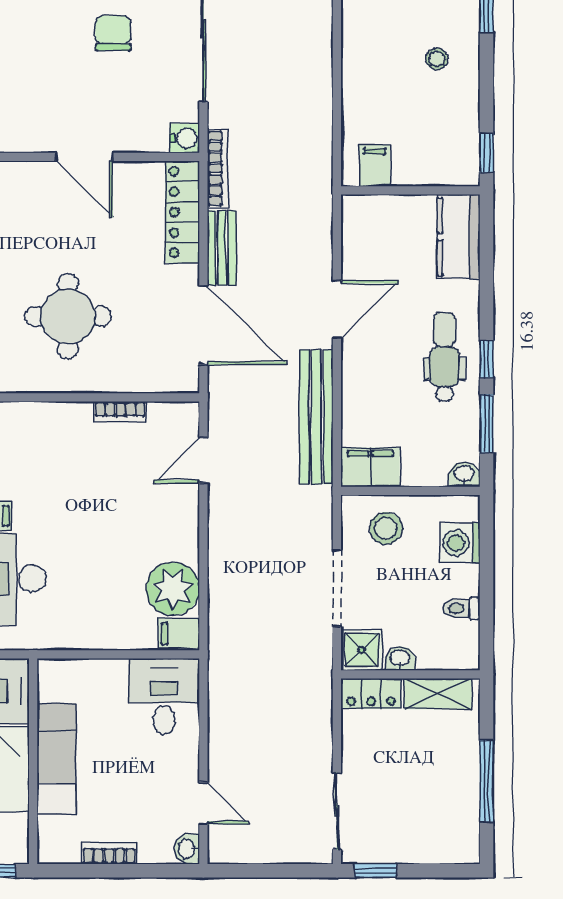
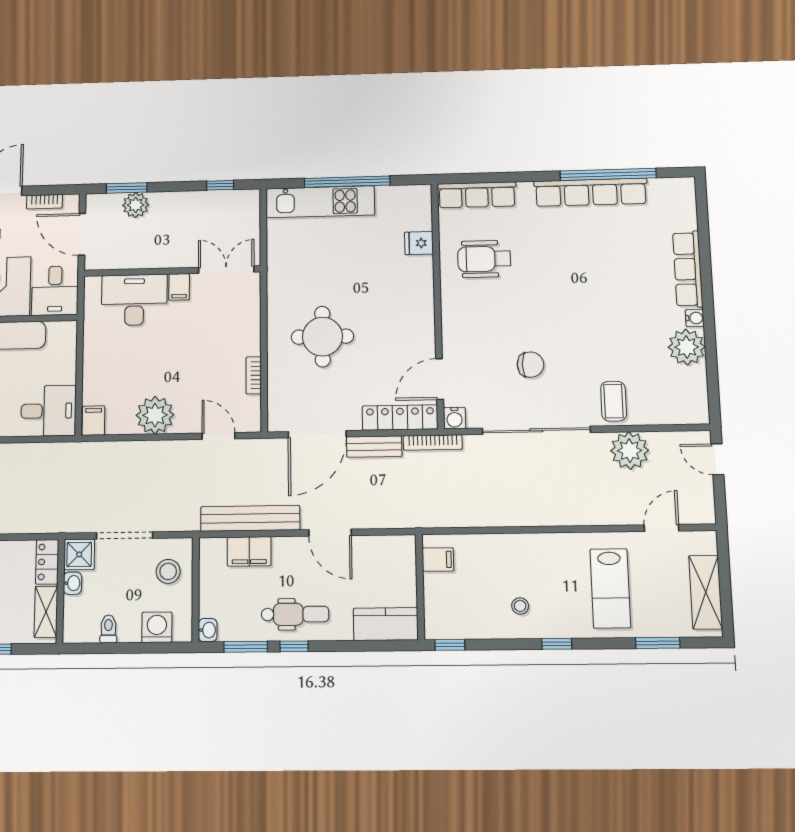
door: (84, 157) -> (440, 379), moved
filing cabinet: (370, 467) -> (249, 551), moved, turned 90
plant: (173, 589) -> (155, 415), moved

